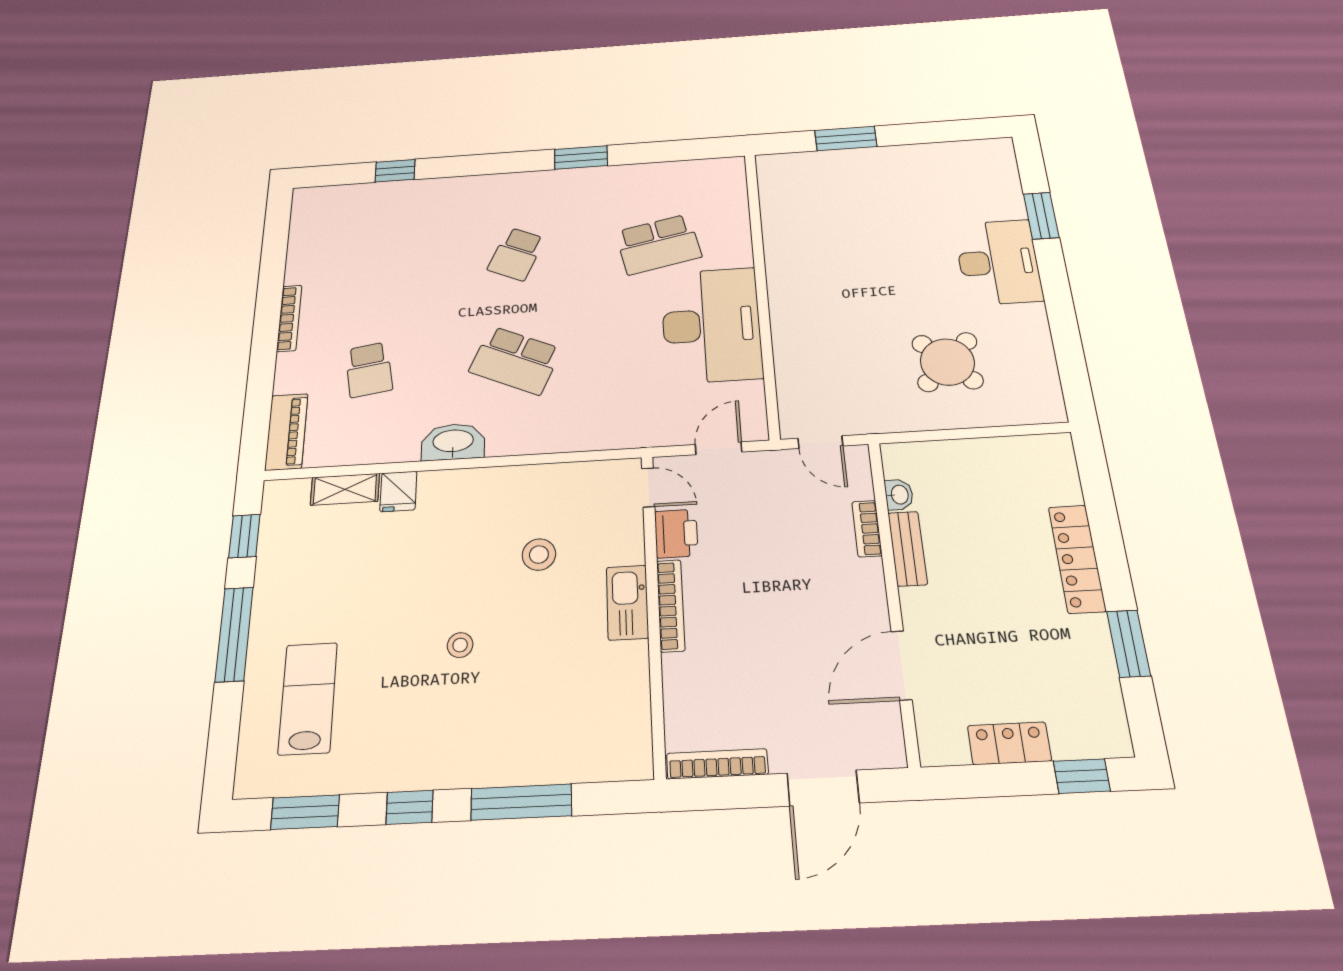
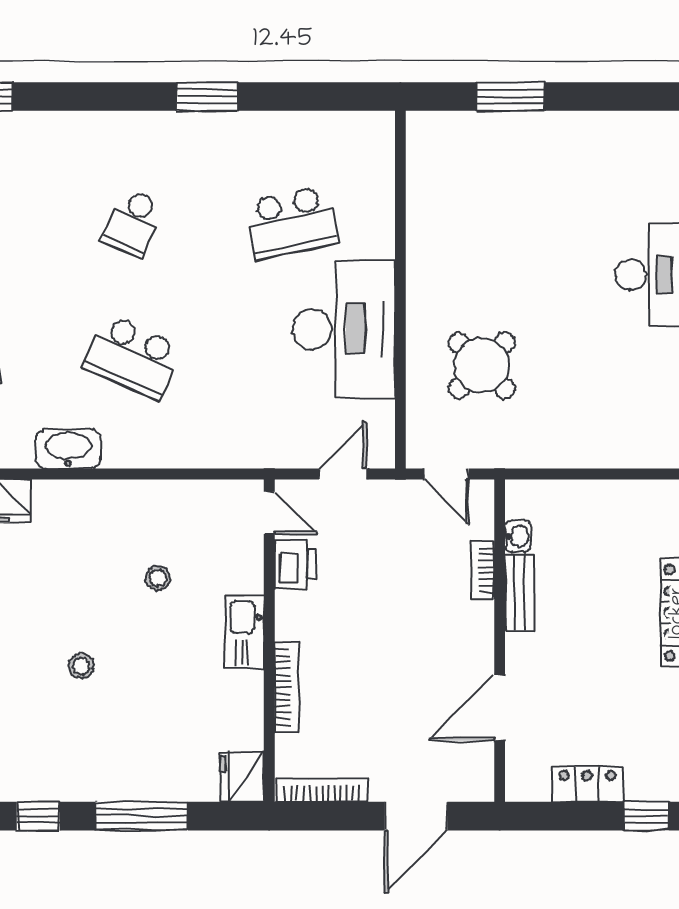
round table: (947, 362) -> (482, 366), moved
stool: (539, 555) -> (158, 578), width x0.73, depth x0.73
bookcase: (671, 605) -> (286, 687), moved
fridge: (630, 753) -> (242, 777), added

